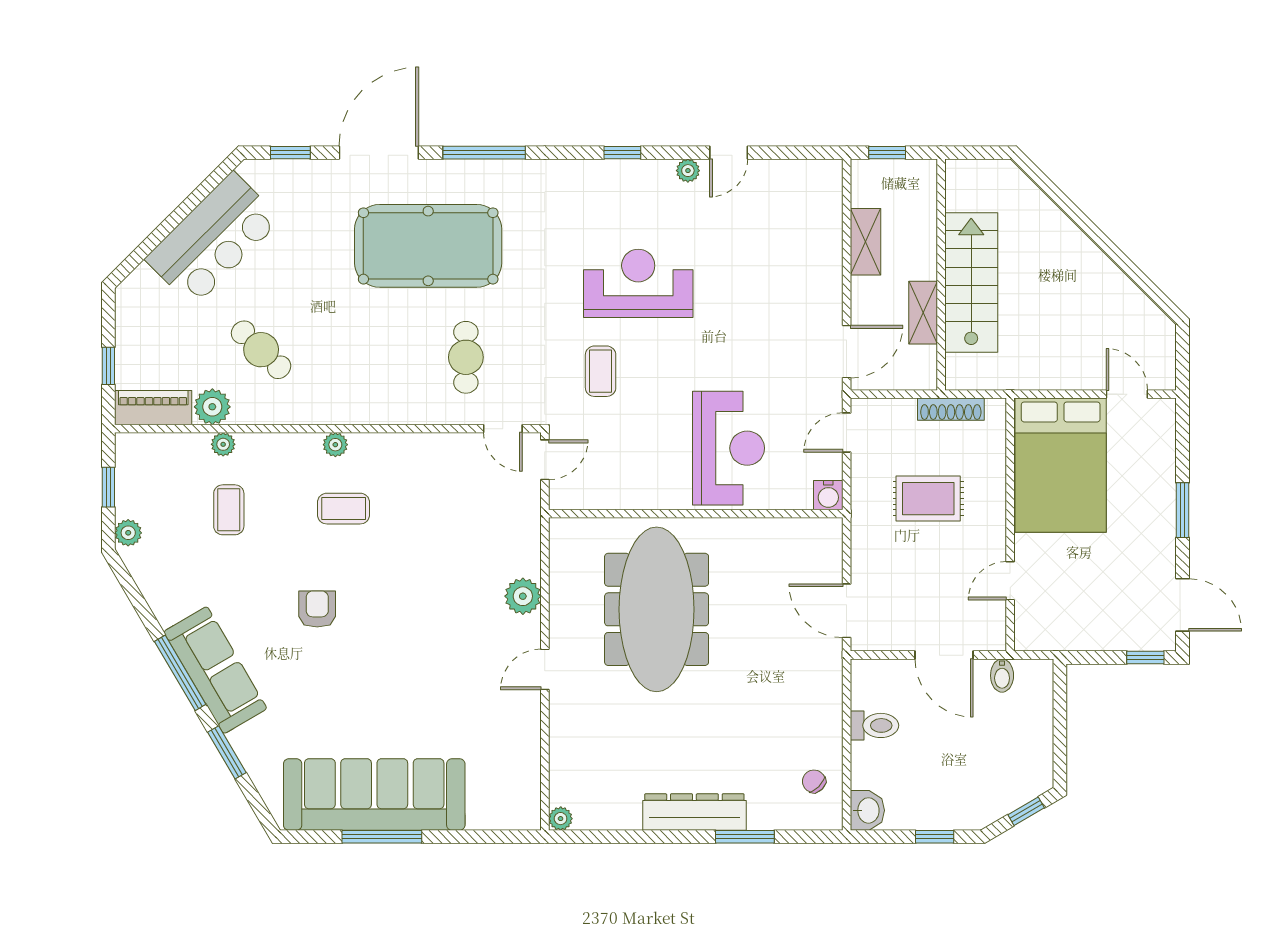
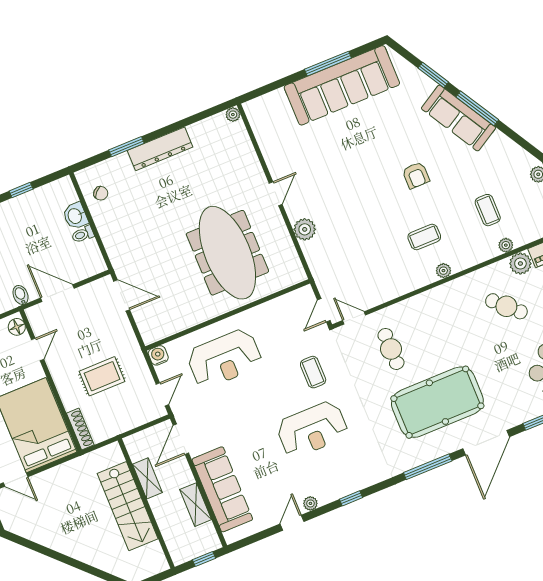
sofa: (815, 248) -> (222, 489), added
shoe rack: (951, 409) -> (80, 429), moved, turned 90
reception desk: (728, 448) -> (224, 359), turned -90
floor lamp: (1028, 629) -> (17, 327), added
toilet: (875, 725) -> (83, 234), width x0.73, depth x0.72
washbasin: (867, 810) -> (75, 216), moved

